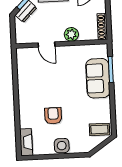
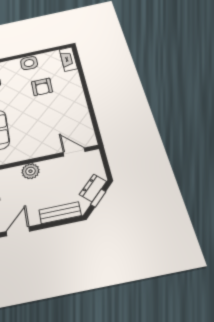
door: (46, 45) -> (74, 152), moved

